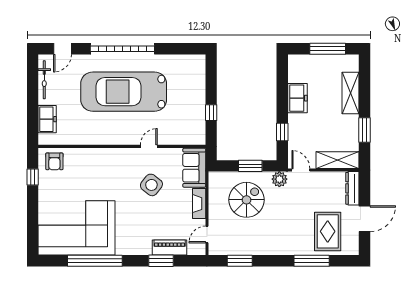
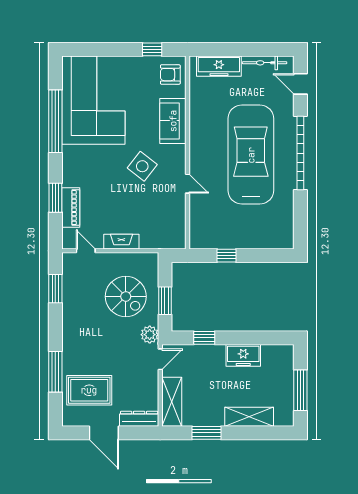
freezer: (47, 119) -> (219, 66), width x1.40
sofa: (194, 168) -> (173, 121), moved, turned -90
side table: (151, 185) -> (142, 166), moved

